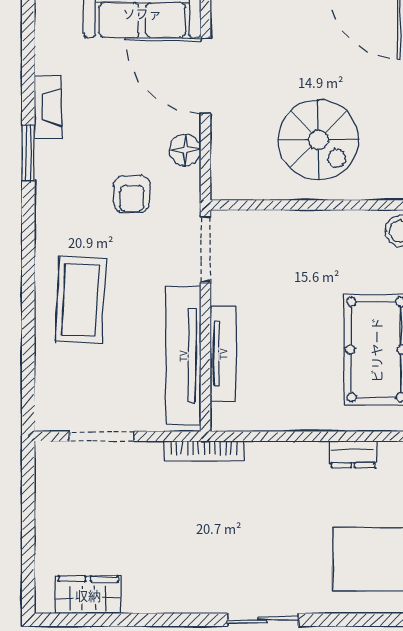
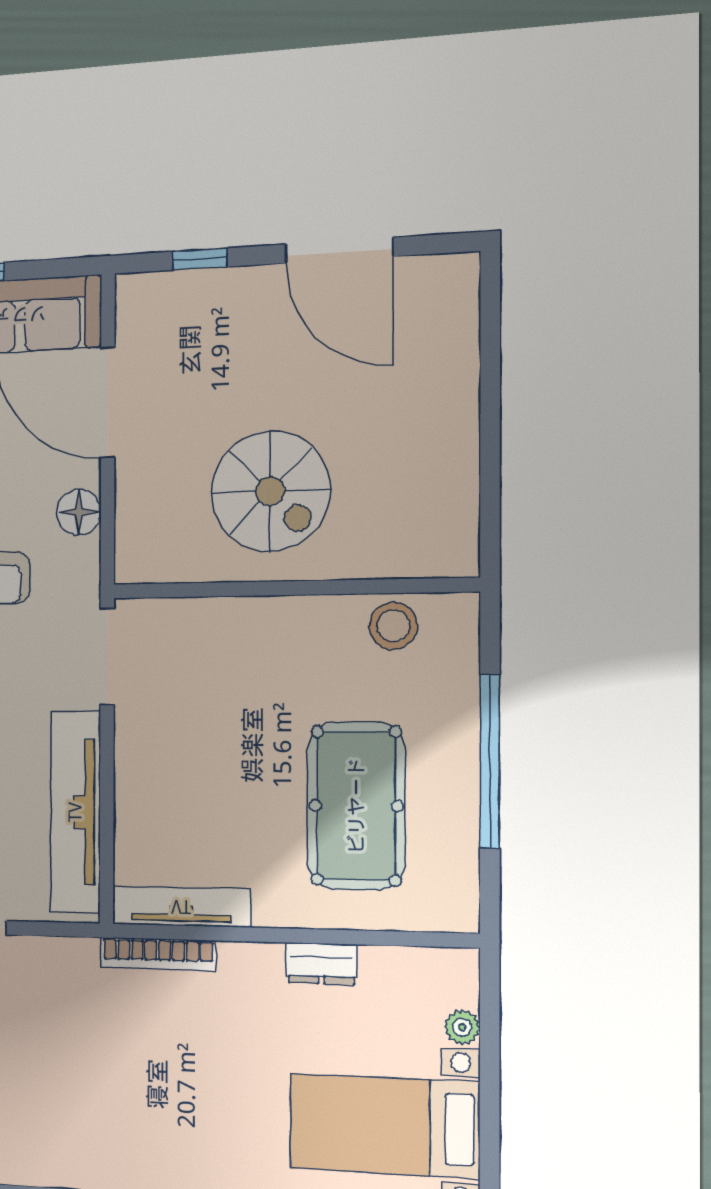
tv unit: (223, 354) -> (181, 907), moved, turned -90
bookcase: (204, 451) -> (158, 954), moved

